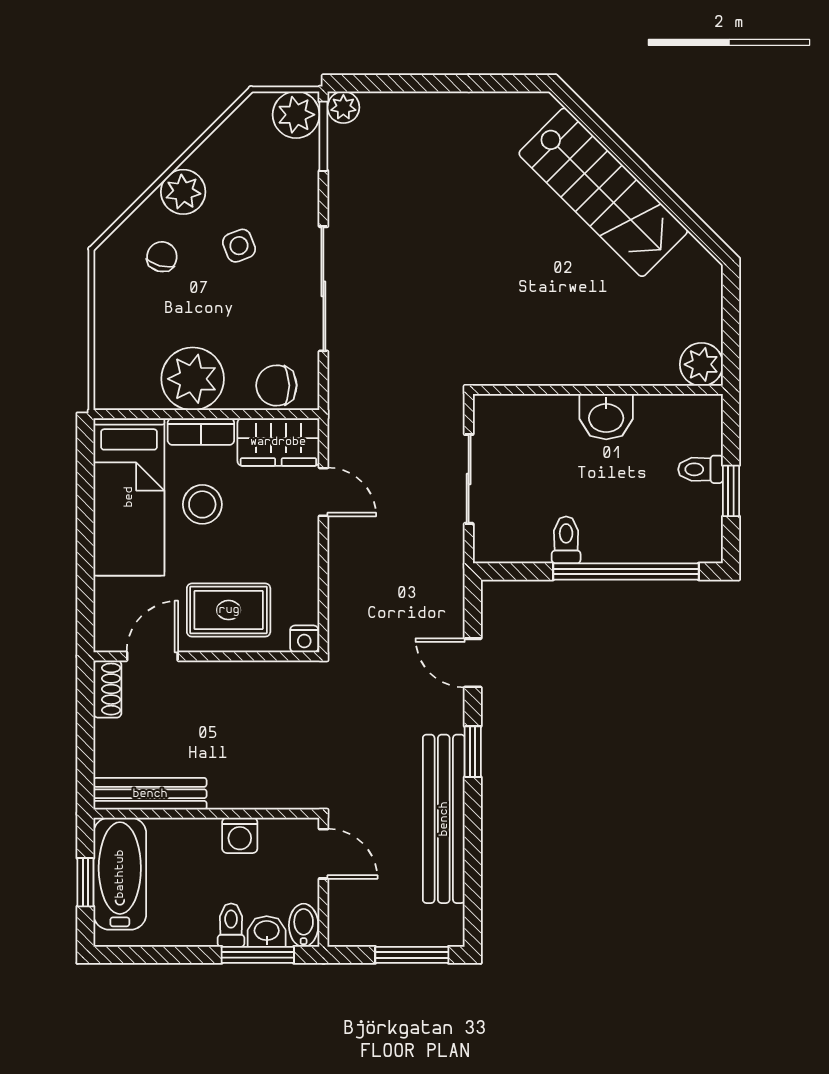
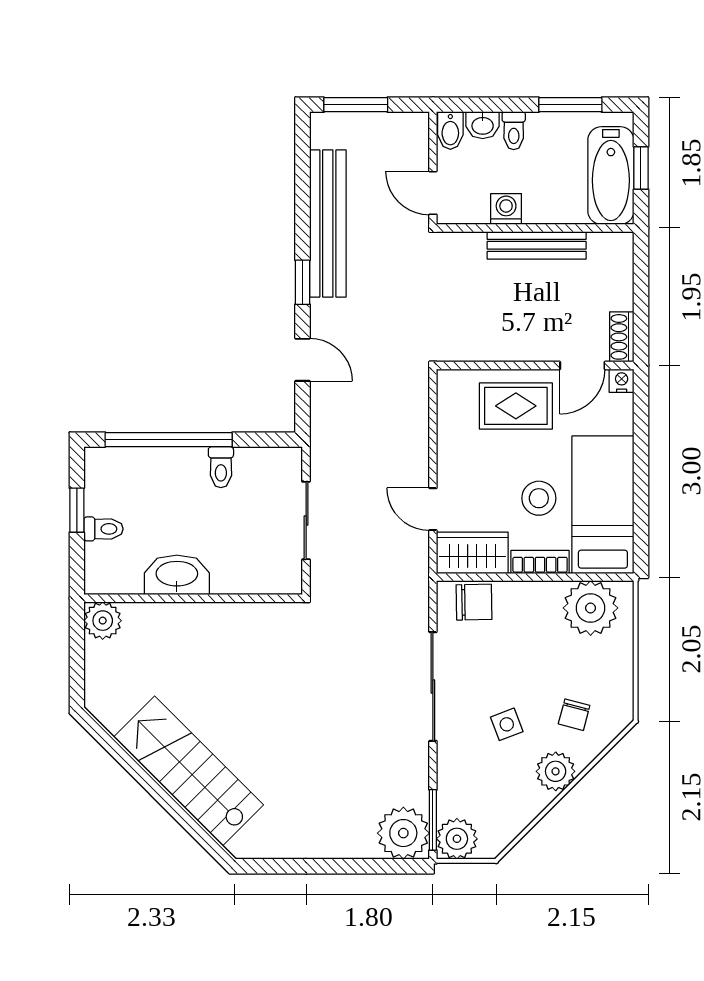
plant: (343, 107) -> (403, 833), width x1.87, depth x1.87
plant: (193, 379) -> (591, 608), moved
washbasin: (606, 417) -> (177, 575), width x1.38
nightstand: (304, 639) -> (622, 381), moved
bench: (150, 794) -> (537, 245), moved
window: (258, 955) -> (570, 105), moved

